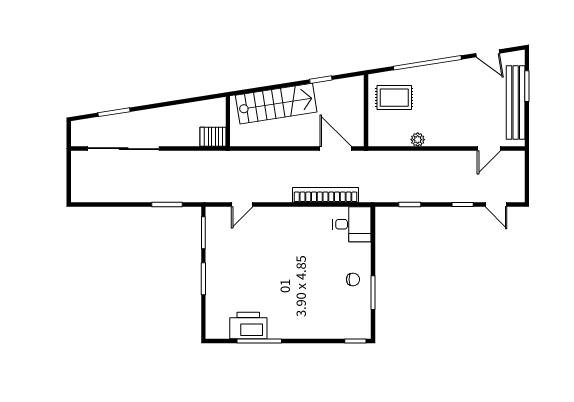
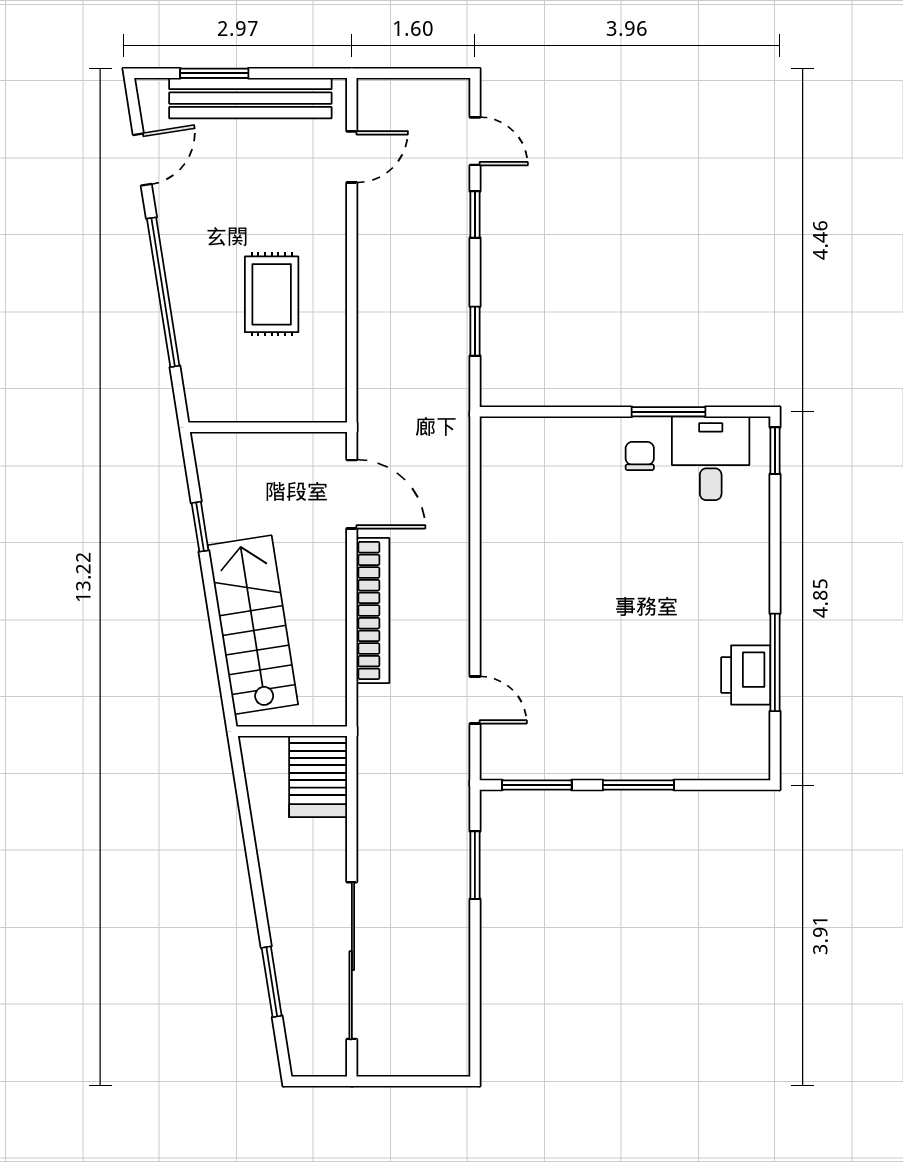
rug: (394, 98) -> (272, 294), moved
server rack: (213, 137) -> (318, 776), width x1.36, depth x1.44
plant: (418, 140) -> (332, 314), removed
door: (336, 149) -> (352, 494), swing flipped
door: (489, 149) -> (352, 157), hinge flipped
bookcase: (326, 195) -> (373, 611), moved, turned 180
door: (496, 205) -> (475, 141), hinge flipped
desk: (352, 224) -> (711, 458), moved
printer: (248, 326) -> (746, 675), width x0.73, depth x0.84

